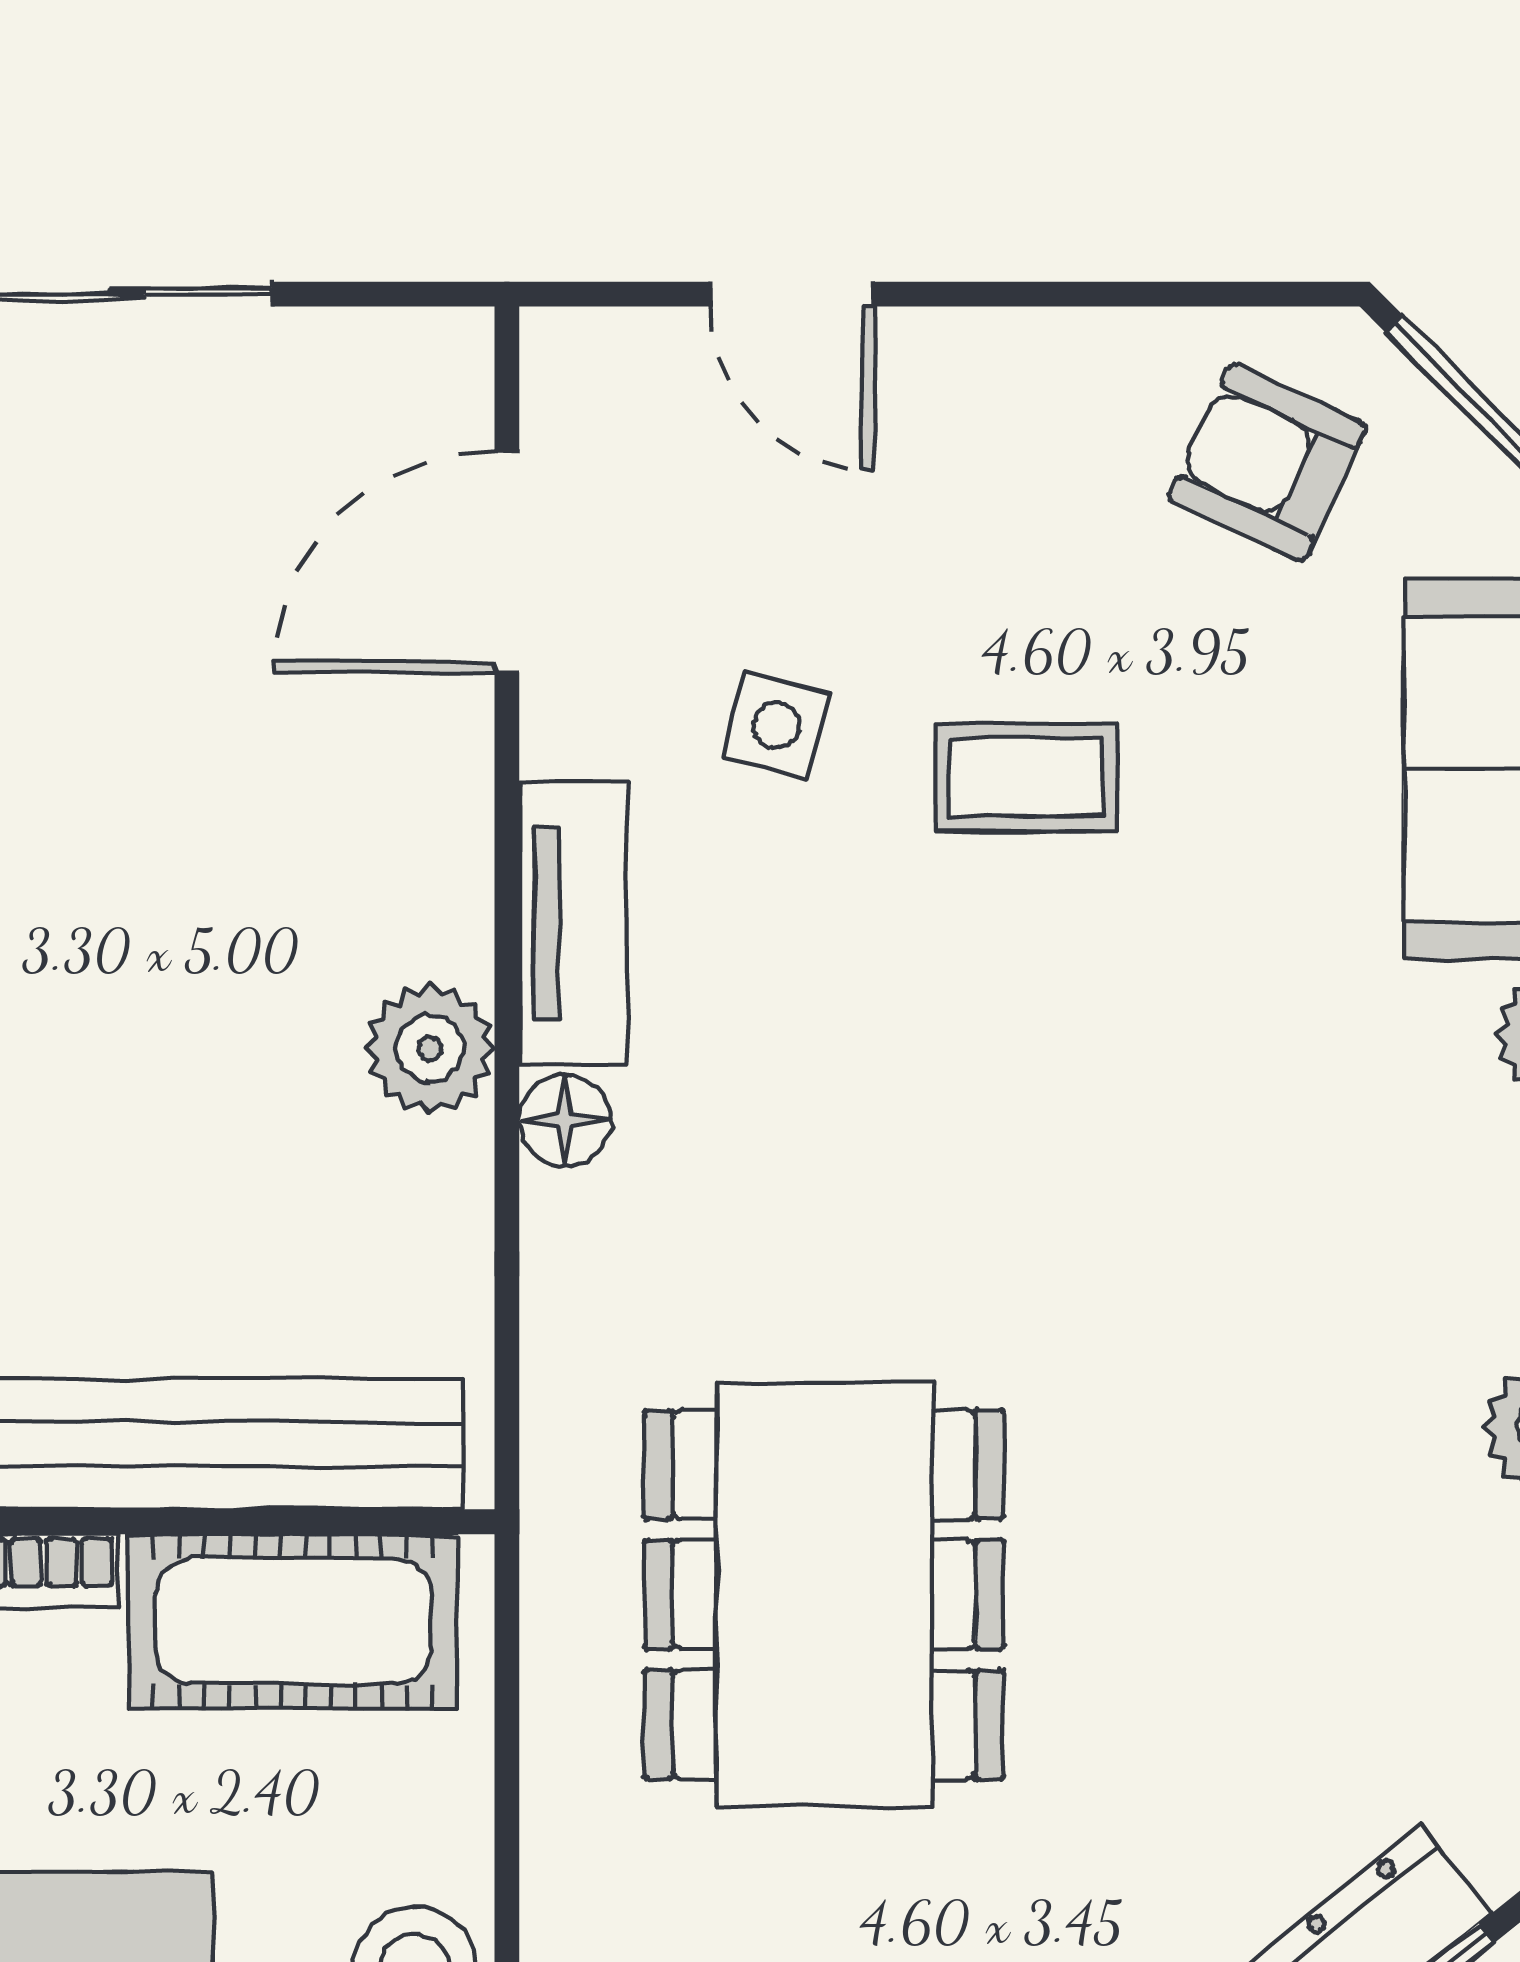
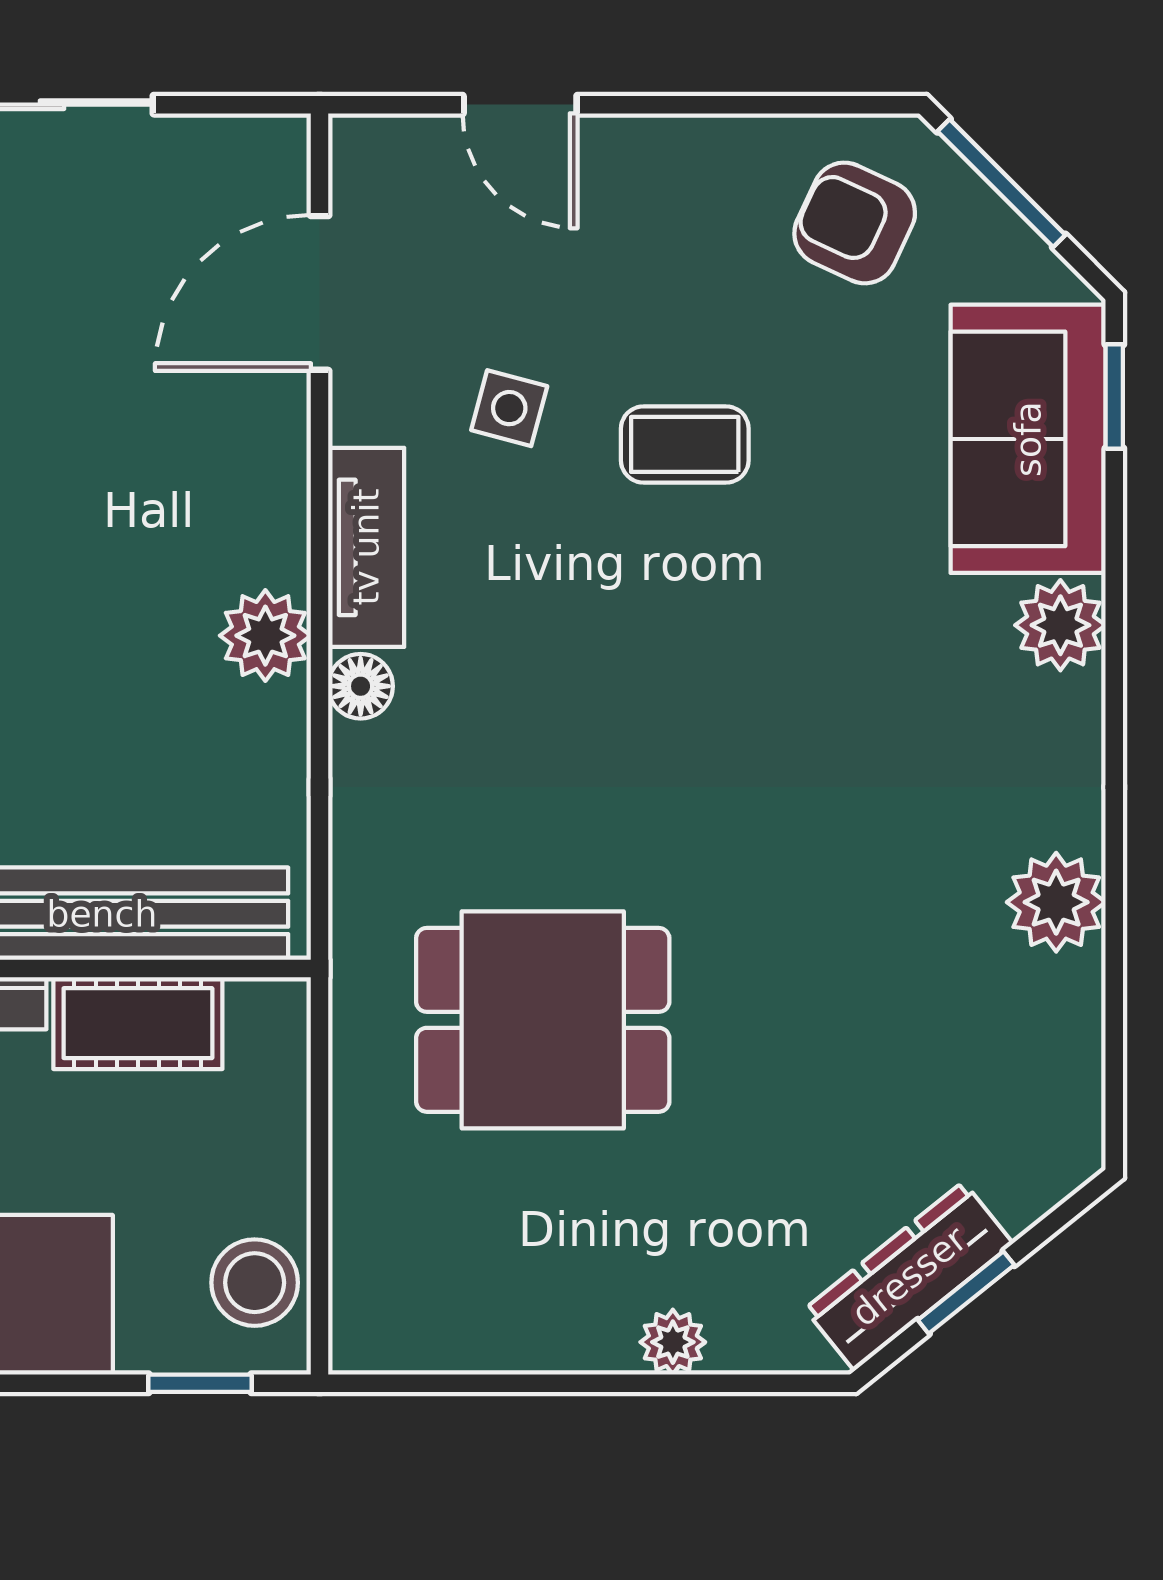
dining table: (824, 1595) -> (543, 1020), width x0.73
cot: (293, 1621) -> (138, 1023), width x0.73, depth x0.75

